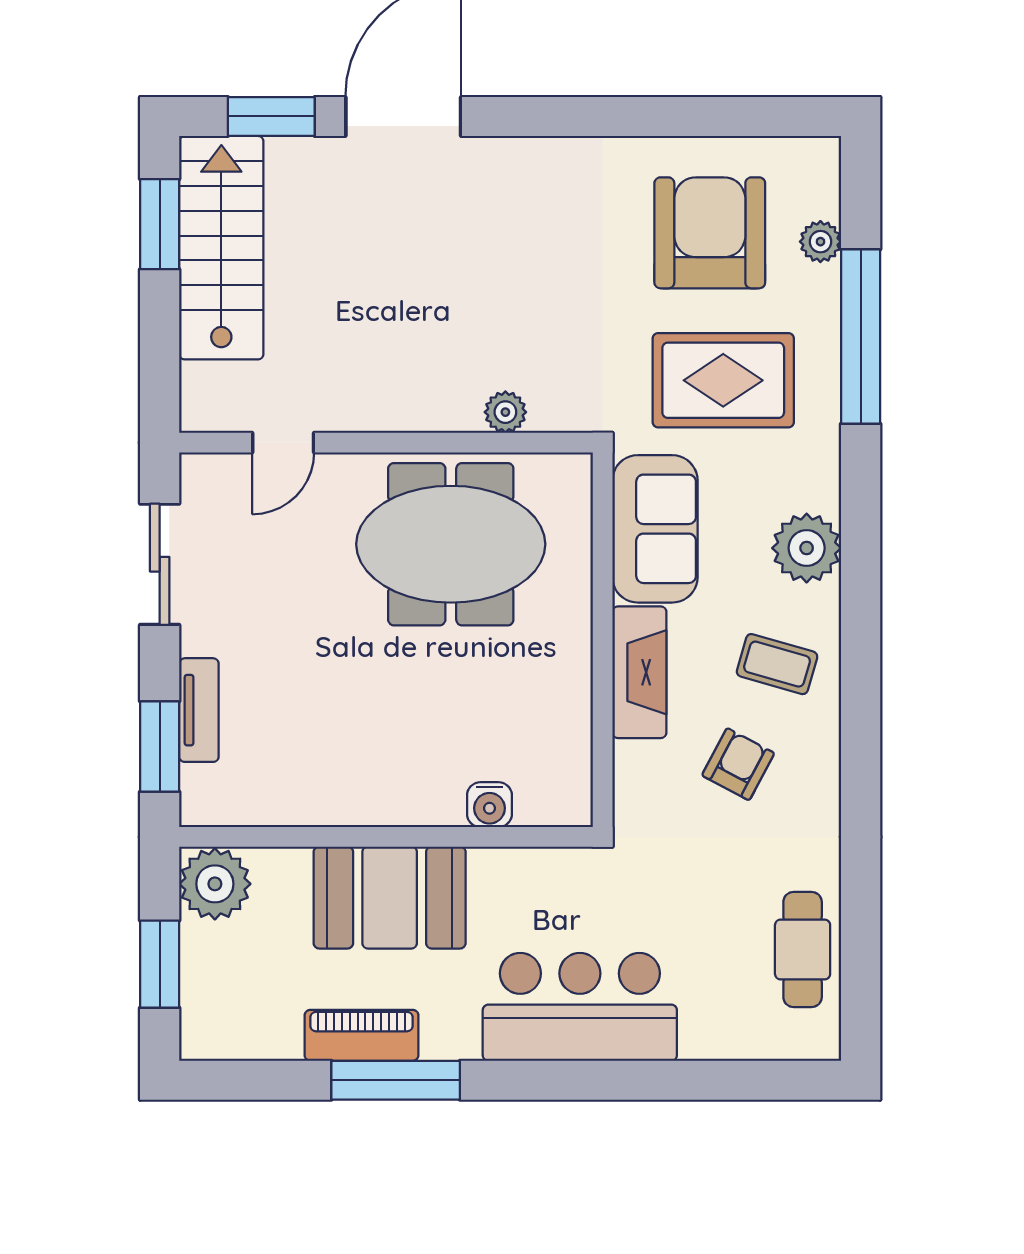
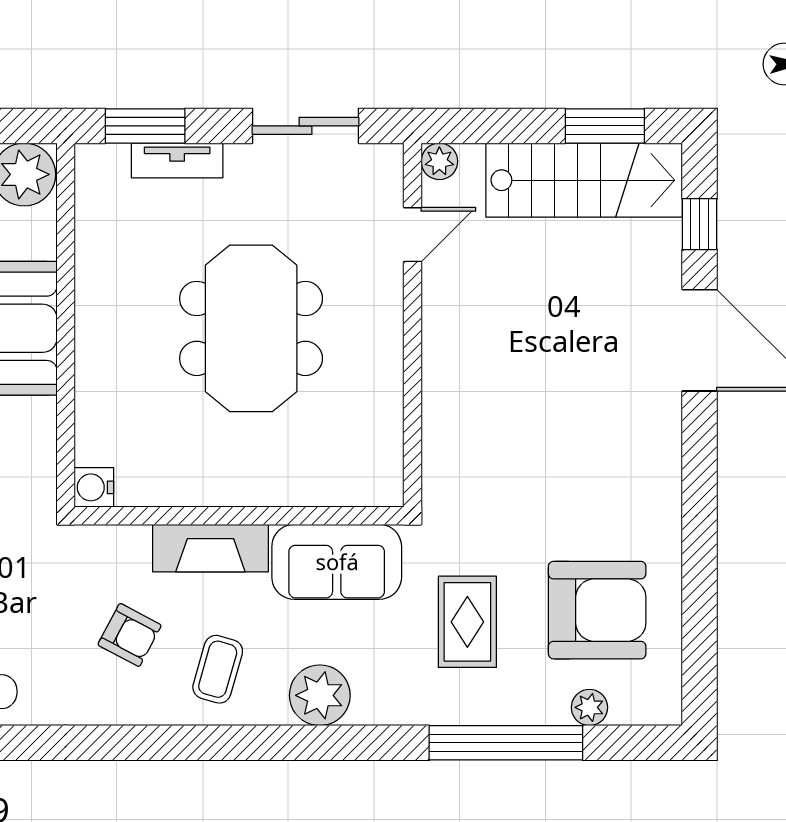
window: (271, 116) -> (700, 224), width x0.67
rug: (723, 380) -> (467, 622), width x0.73, depth x0.70
plant: (505, 412) -> (439, 161), moved
door: (283, 443) -> (413, 235), swing flipped
meeting table: (451, 544) -> (251, 328), moved
water cooler: (489, 805) -> (94, 487), moved

